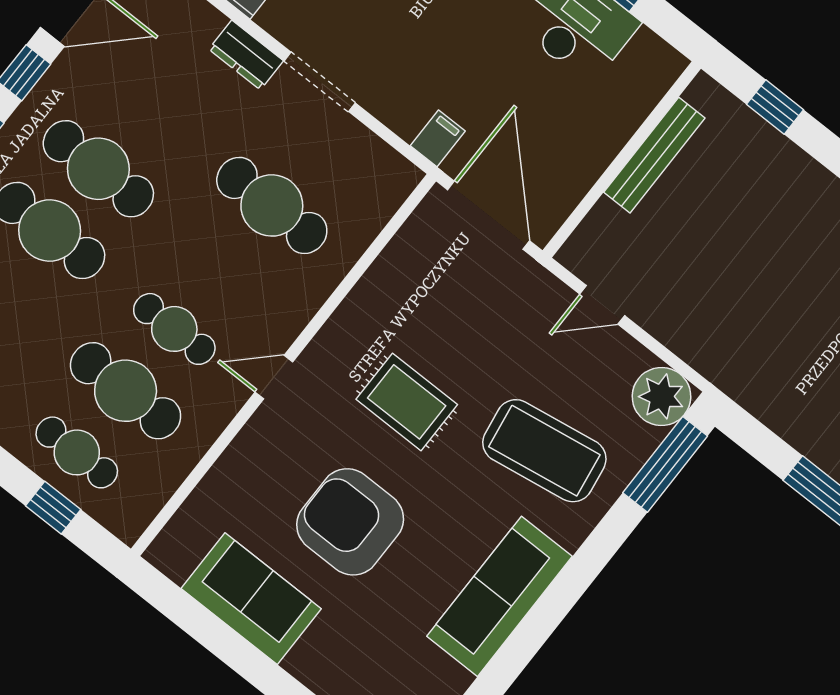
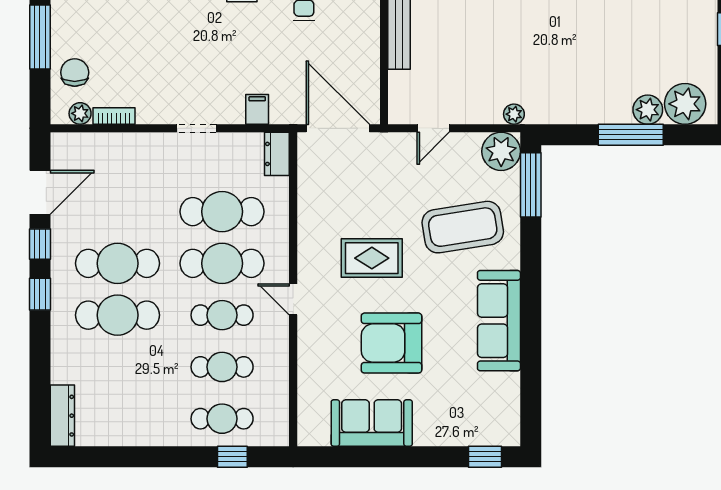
dresser: (246, 55) -> (277, 154), moved, turned 90
doorway: (320, 82) -> (196, 128), width x0.73
filing cabinet: (438, 138) -> (257, 109), moved
cafe table: (223, 267) -> (222, 263), added
plant: (712, 364) -> (514, 114), added
door: (274, 377) -> (293, 299), hinge flipped
cafe table: (126, 391) -> (222, 367), width x0.73, depth x0.74

